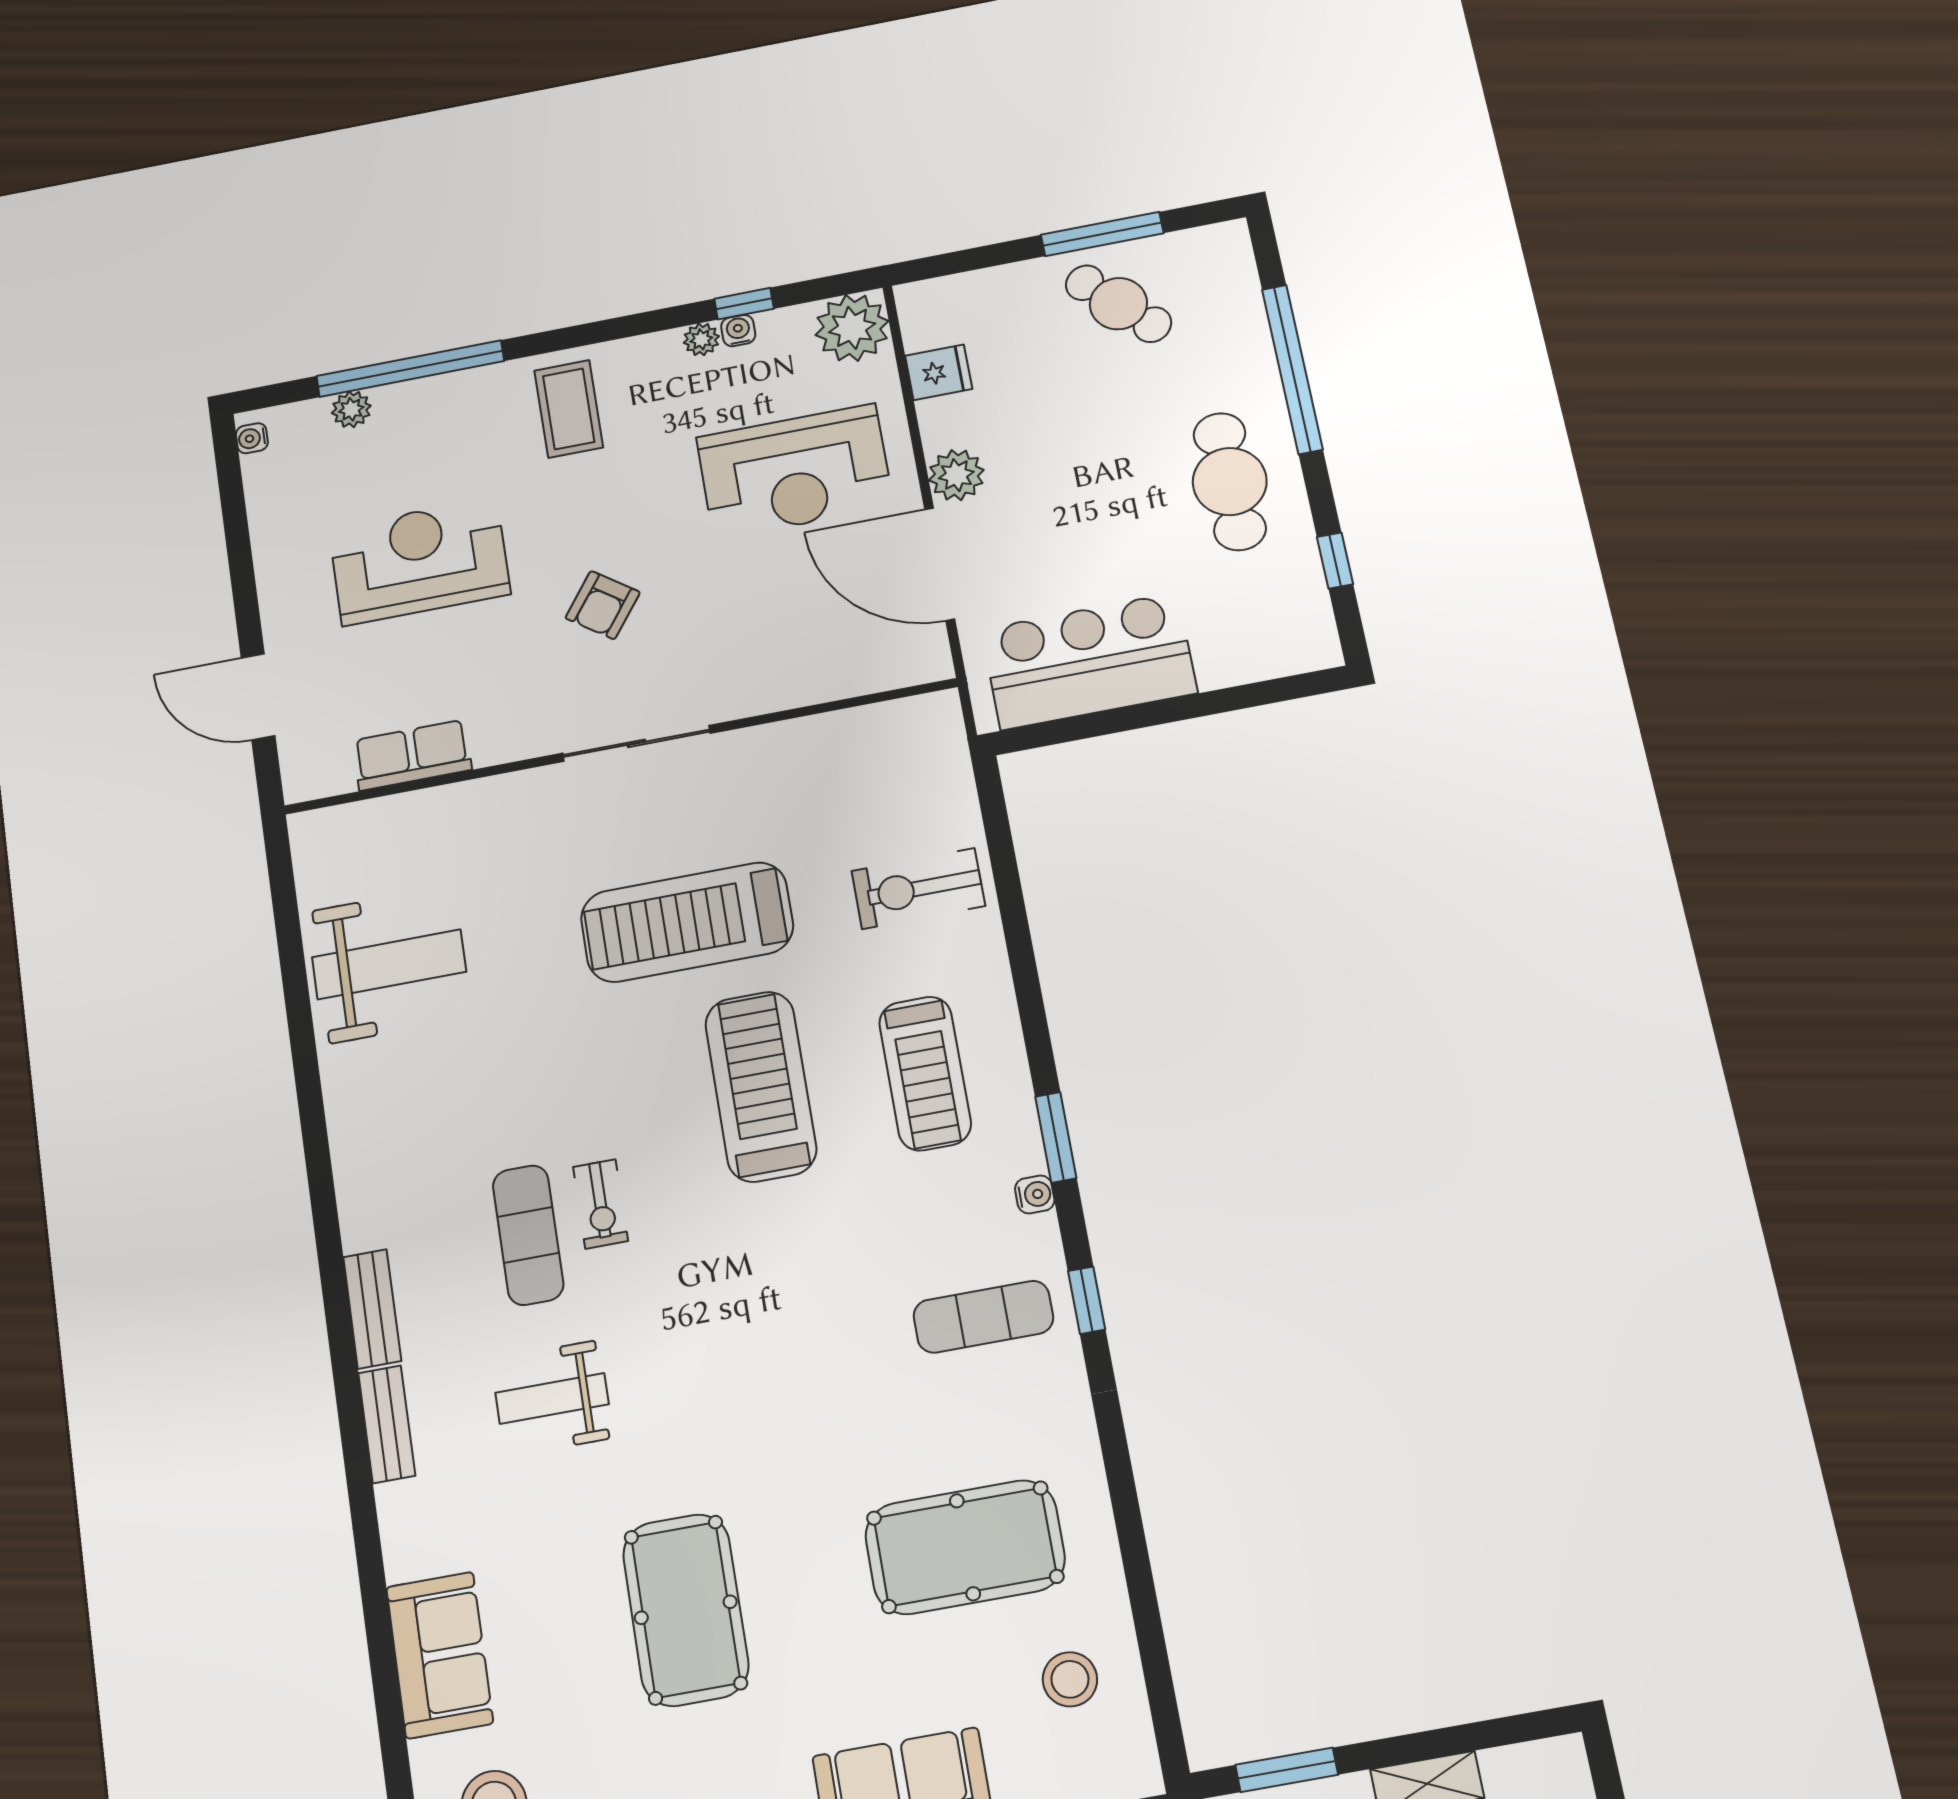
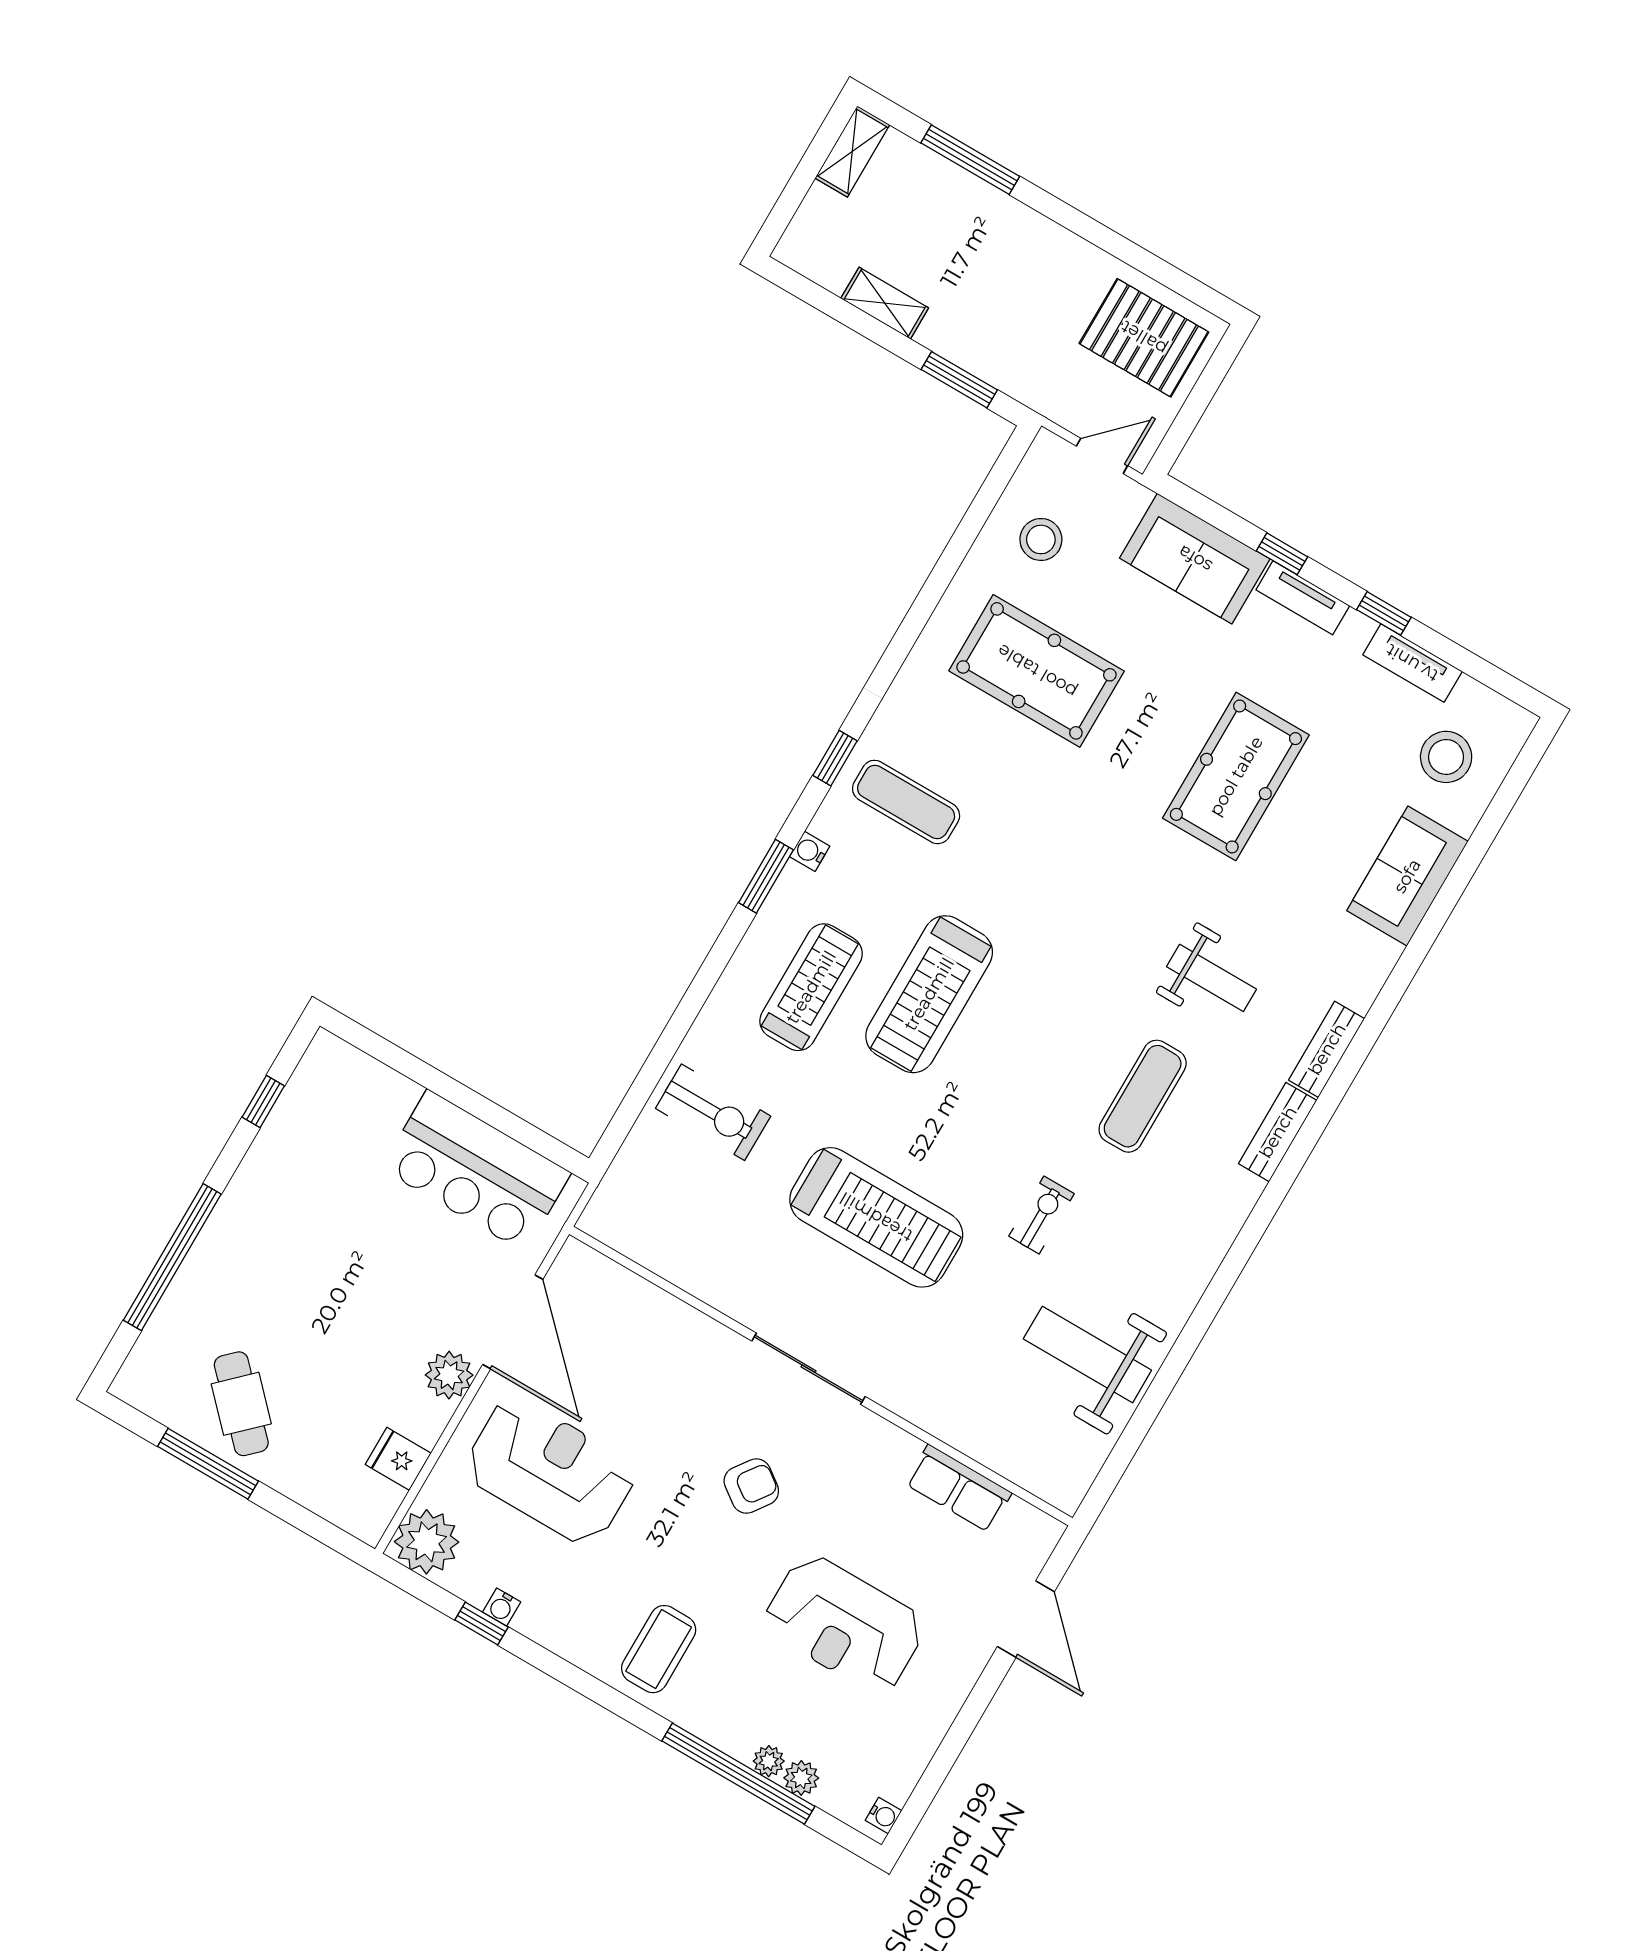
plant: (701, 339) -> (769, 1761), moved
cafe table: (1230, 482) -> (281, 1215), removed
treadmill: (761, 1086) -> (929, 994), moved
exercise bike: (600, 1204) -> (1042, 1215), moved

